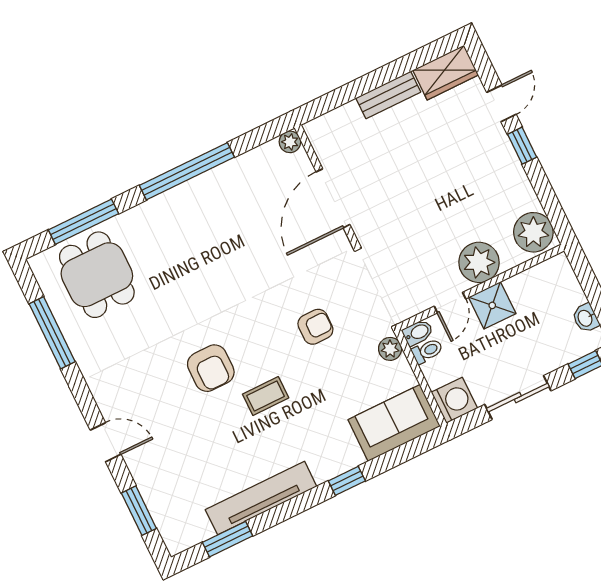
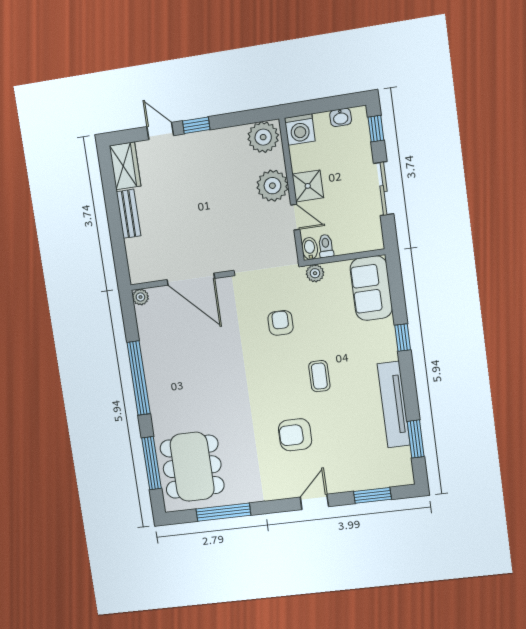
dining table: (97, 275) -> (192, 467), width x1.38
armchair: (211, 368) -> (295, 435), moved, turned 180
washing machine: (454, 400) -> (300, 129), moved, turned 180

